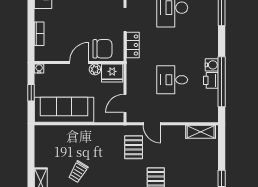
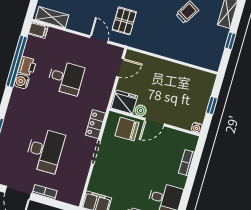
sofa: (64, 110) -> (183, 79), removed
filing cabinet: (210, 116) -> (38, 30), added
window: (31, 157) -> (230, 41), added

